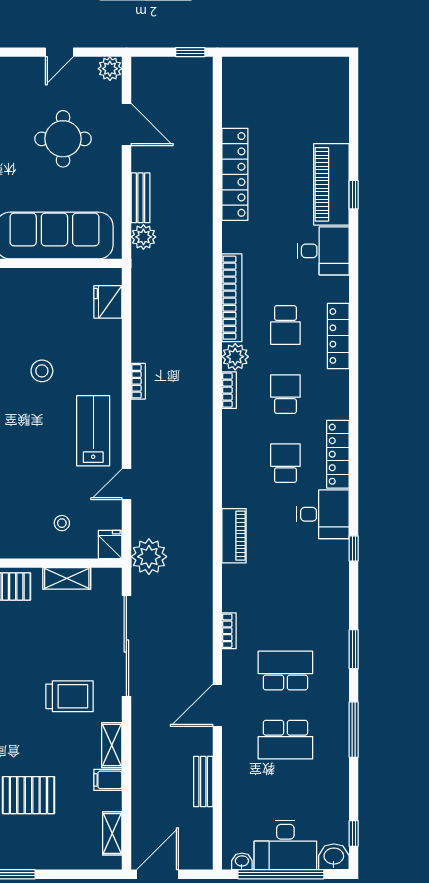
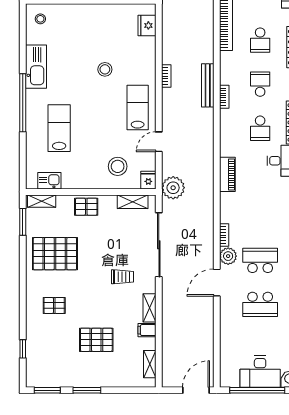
plant: (235, 357) -> (228, 256), moved
bookcase: (229, 390) -> (224, 97), moved
school desk: (285, 463) -> (260, 128), turned 180
stool: (62, 523) -> (118, 166), width x1.89, depth x1.89
shelving: (67, 578) -> (133, 202), moved
trolley: (70, 696) -> (122, 277), width x0.73, depth x0.72
bench: (203, 781) -> (208, 85), moved, width x1.36
washbasin: (242, 861) -> (232, 382), removed
door: (158, 874) -> (196, 390), moved

